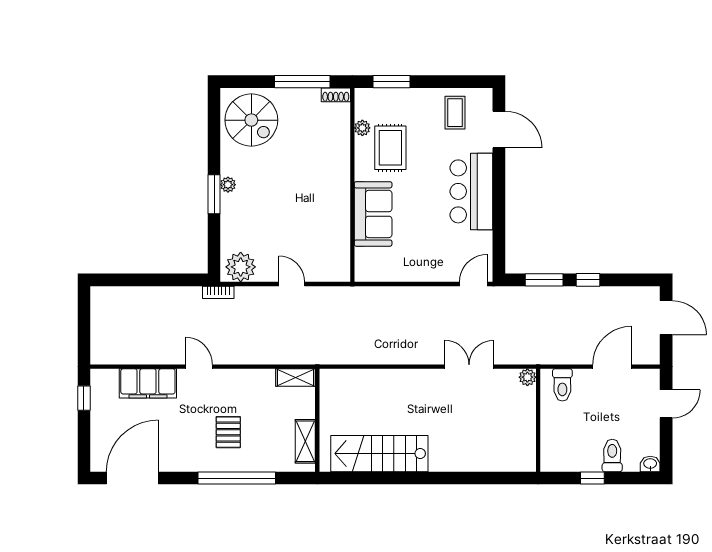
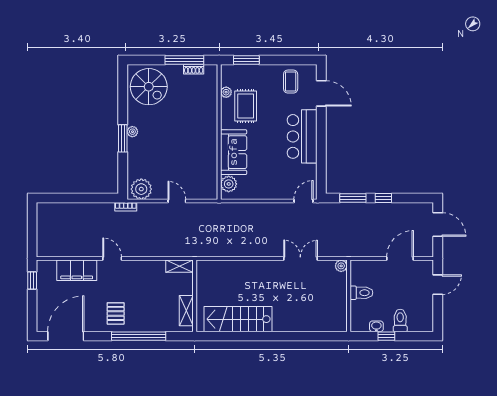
shoe rack: (336, 95) -> (194, 69), moved
plant: (366, 260) -> (229, 184), added
toilet: (562, 385) -> (361, 293), moved, turned -90
pallet: (228, 432) -> (116, 313), moved
washbasin: (650, 464) -> (376, 326), moved

